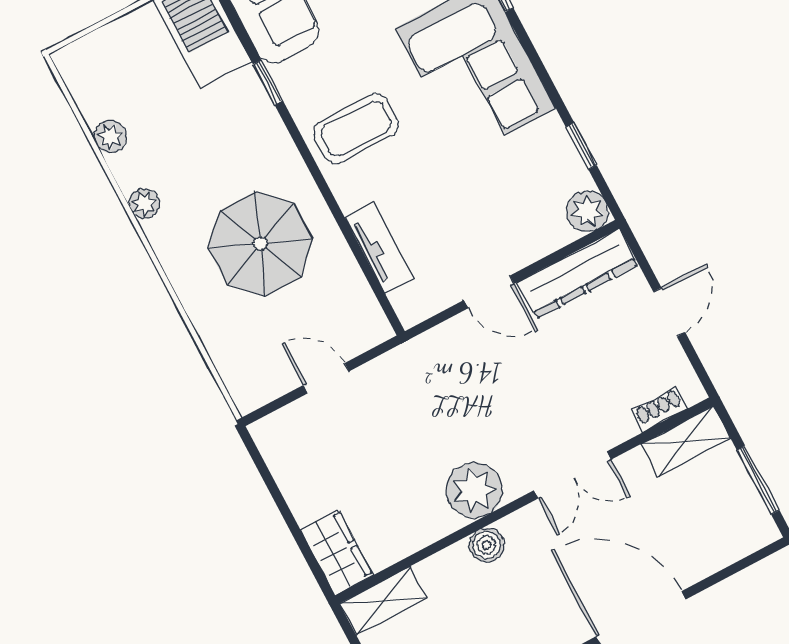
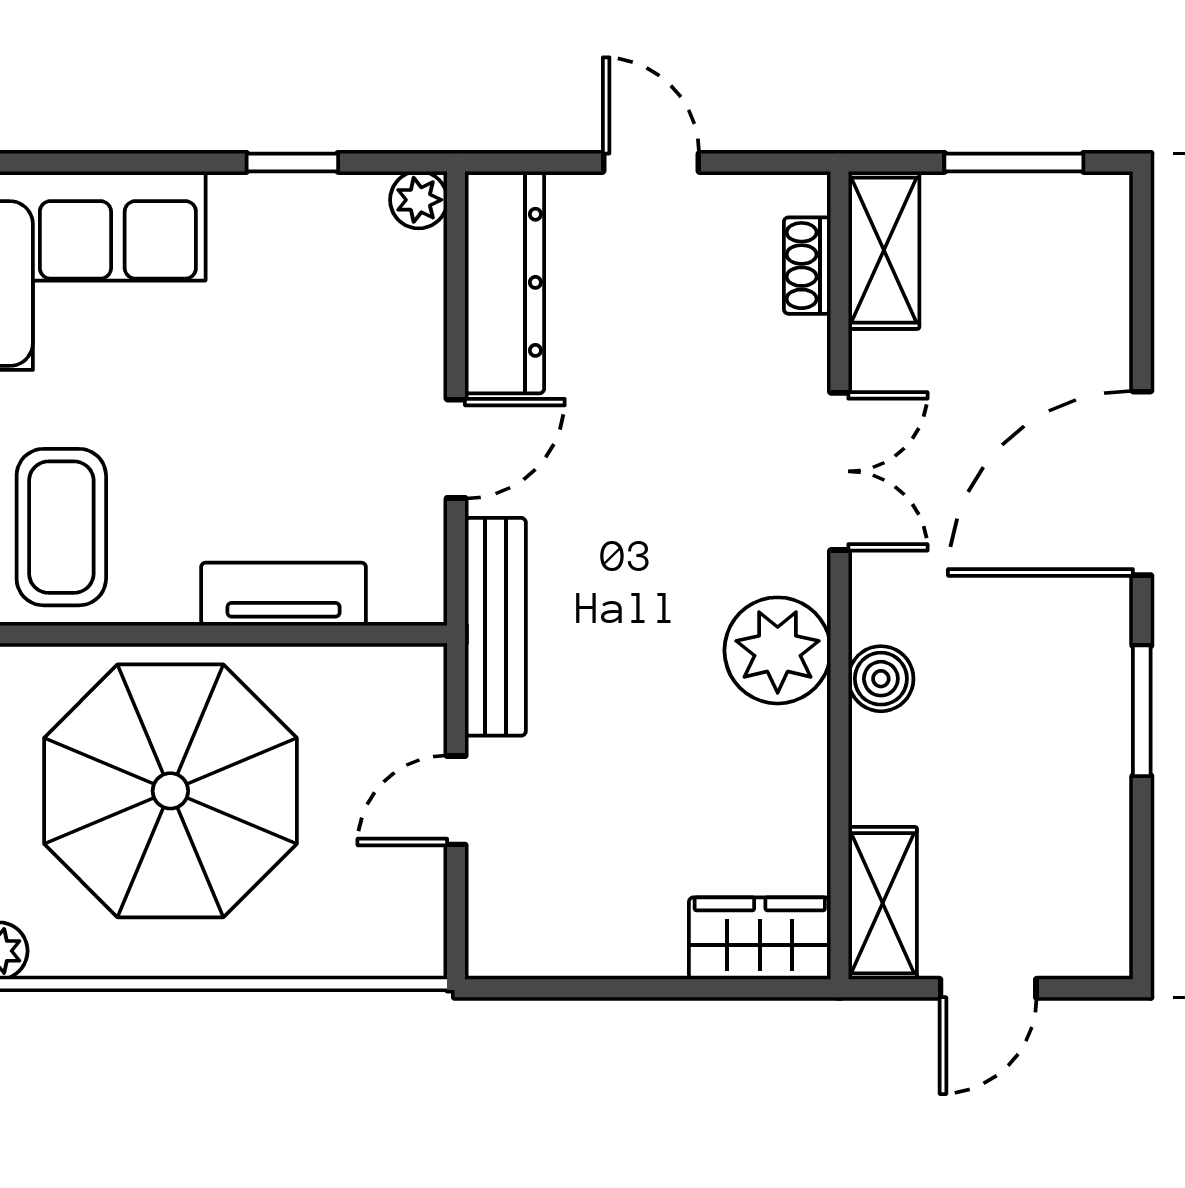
plant: (587, 211) -> (419, 200), width x0.73, depth x0.73
parasol: (261, 244) -> (170, 791), width x1.36, depth x1.36
bench: (416, 354) -> (495, 627), added

